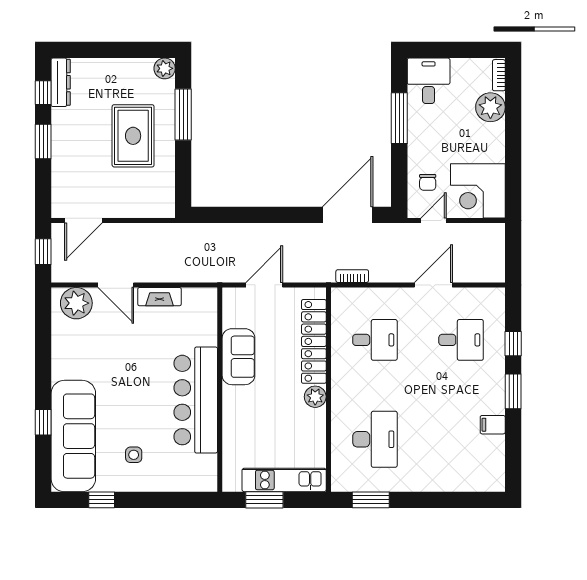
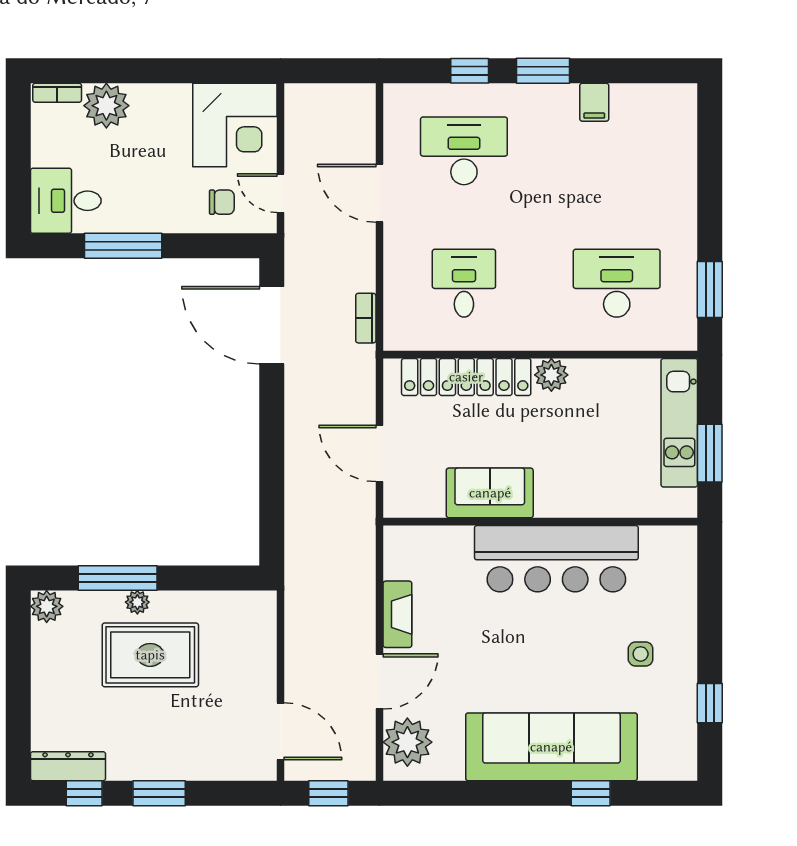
plant: (167, 127) -> (137, 602), added
desk: (461, 340) -> (464, 151), width x1.37
sofa: (73, 436) -> (551, 747), moved

